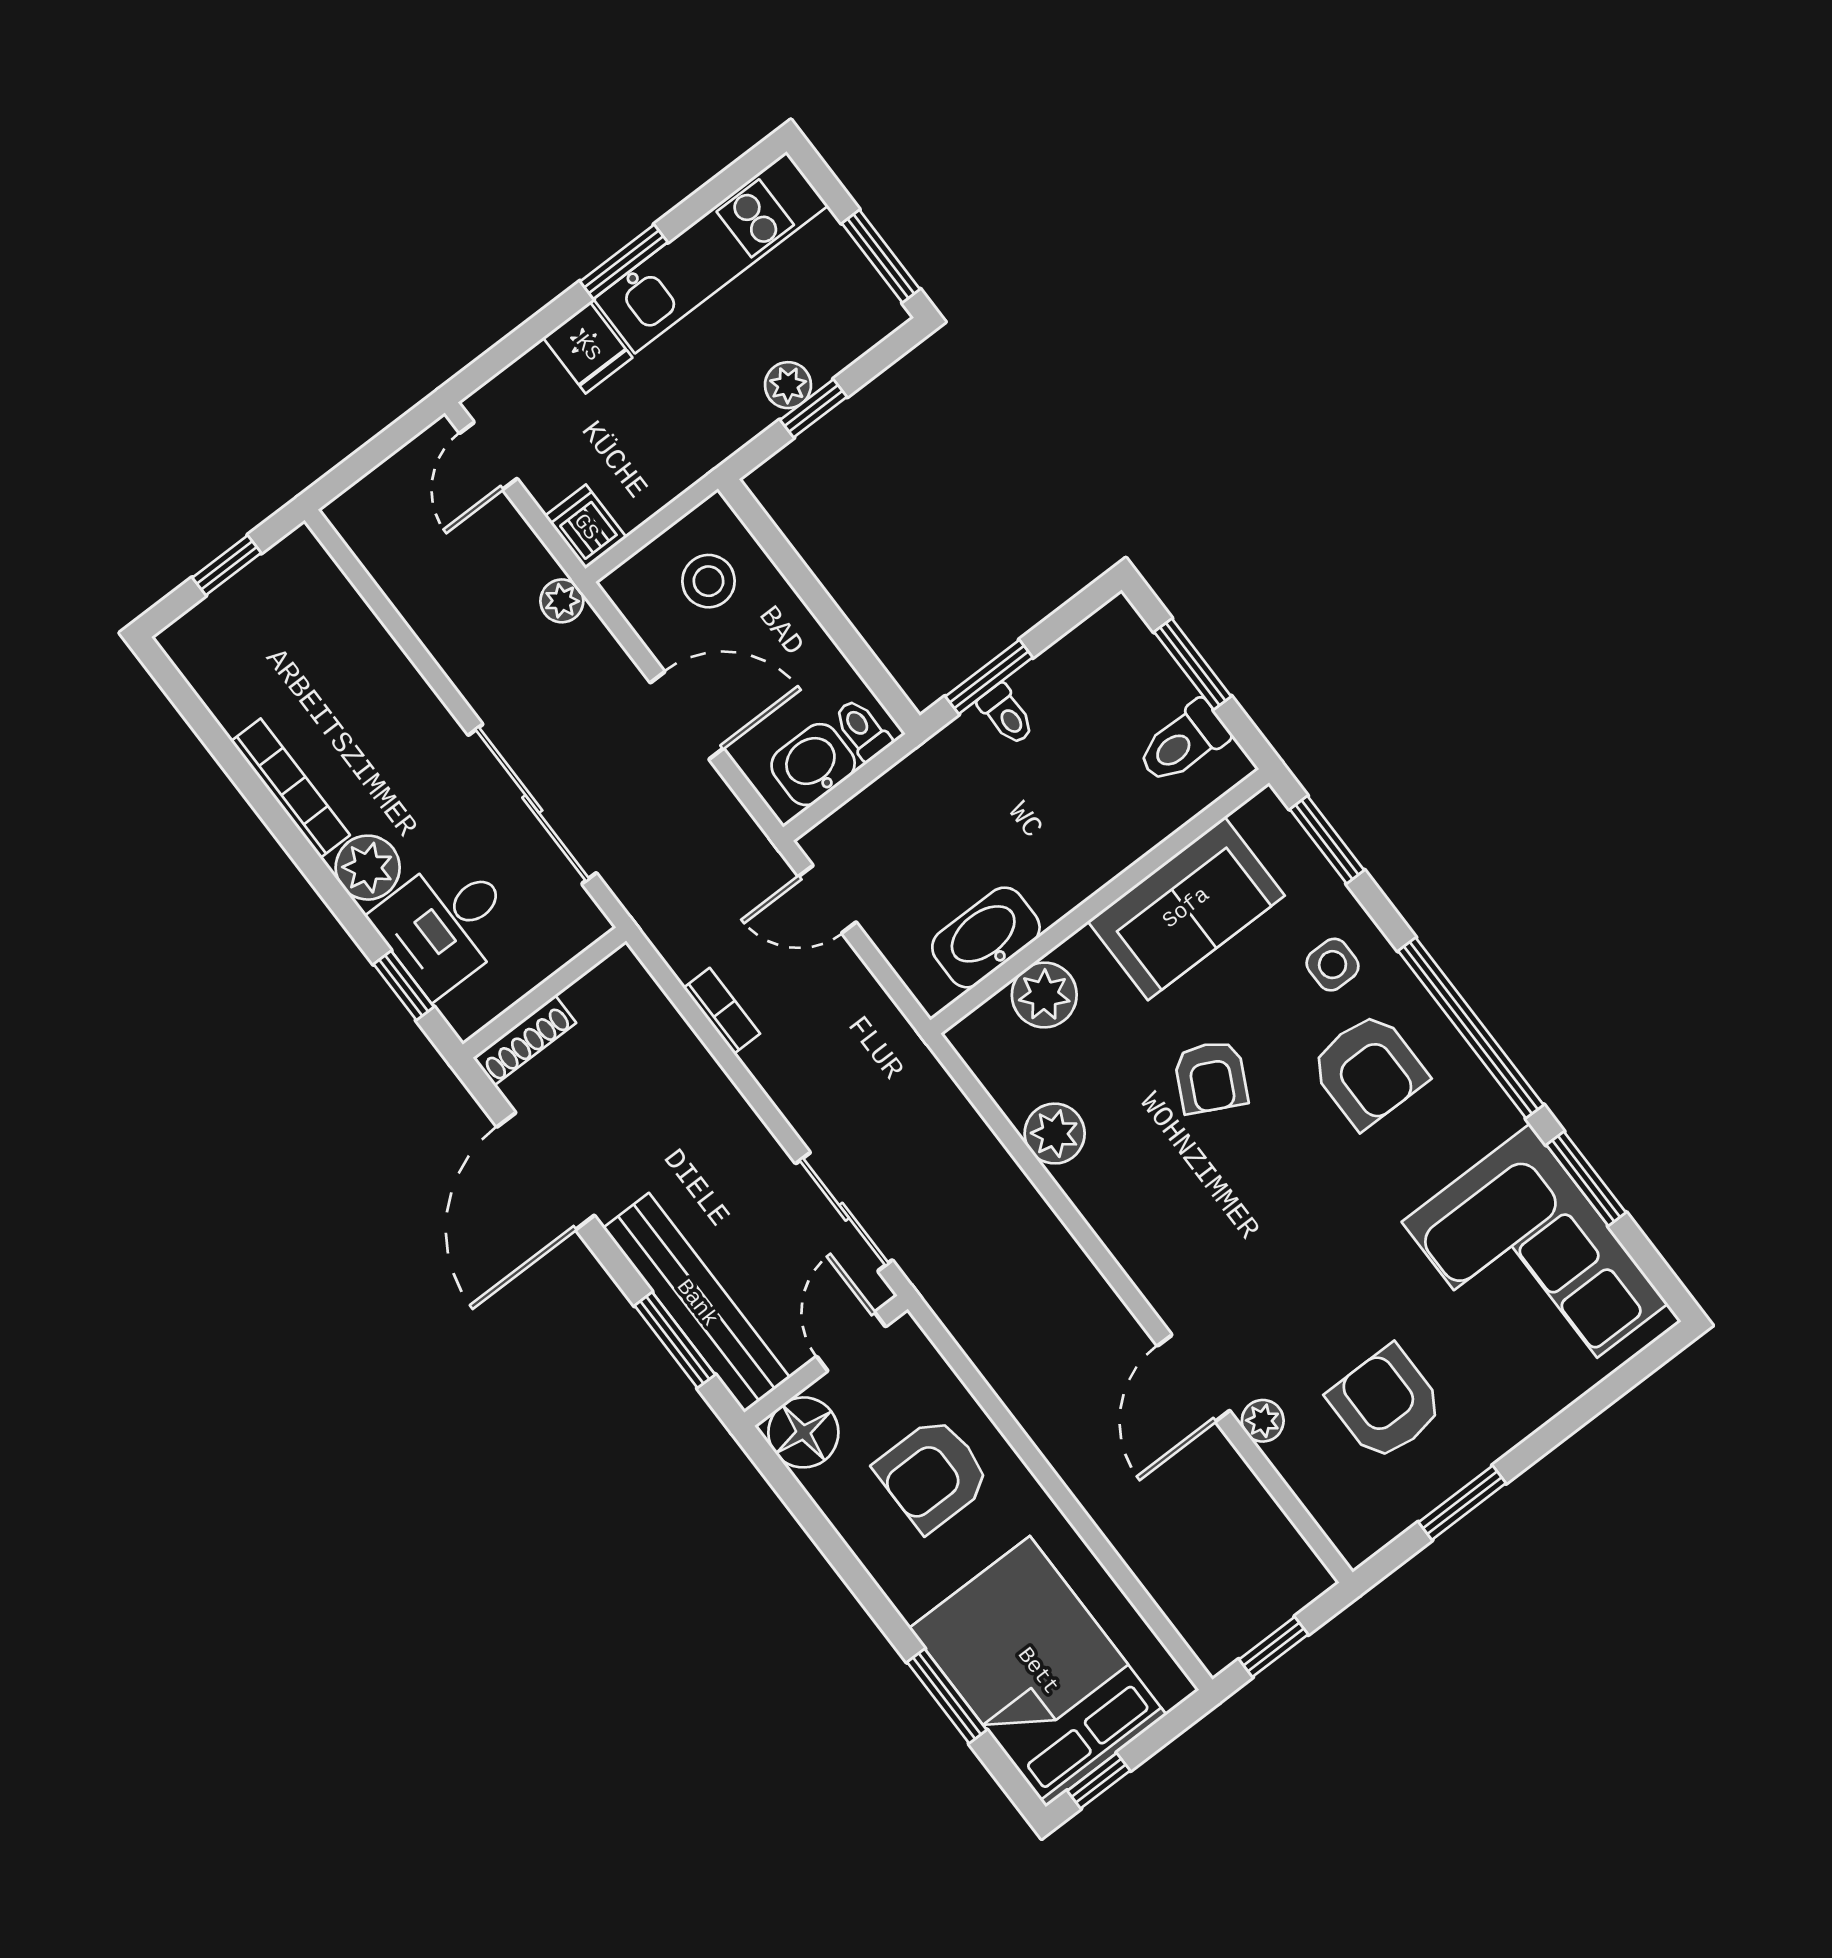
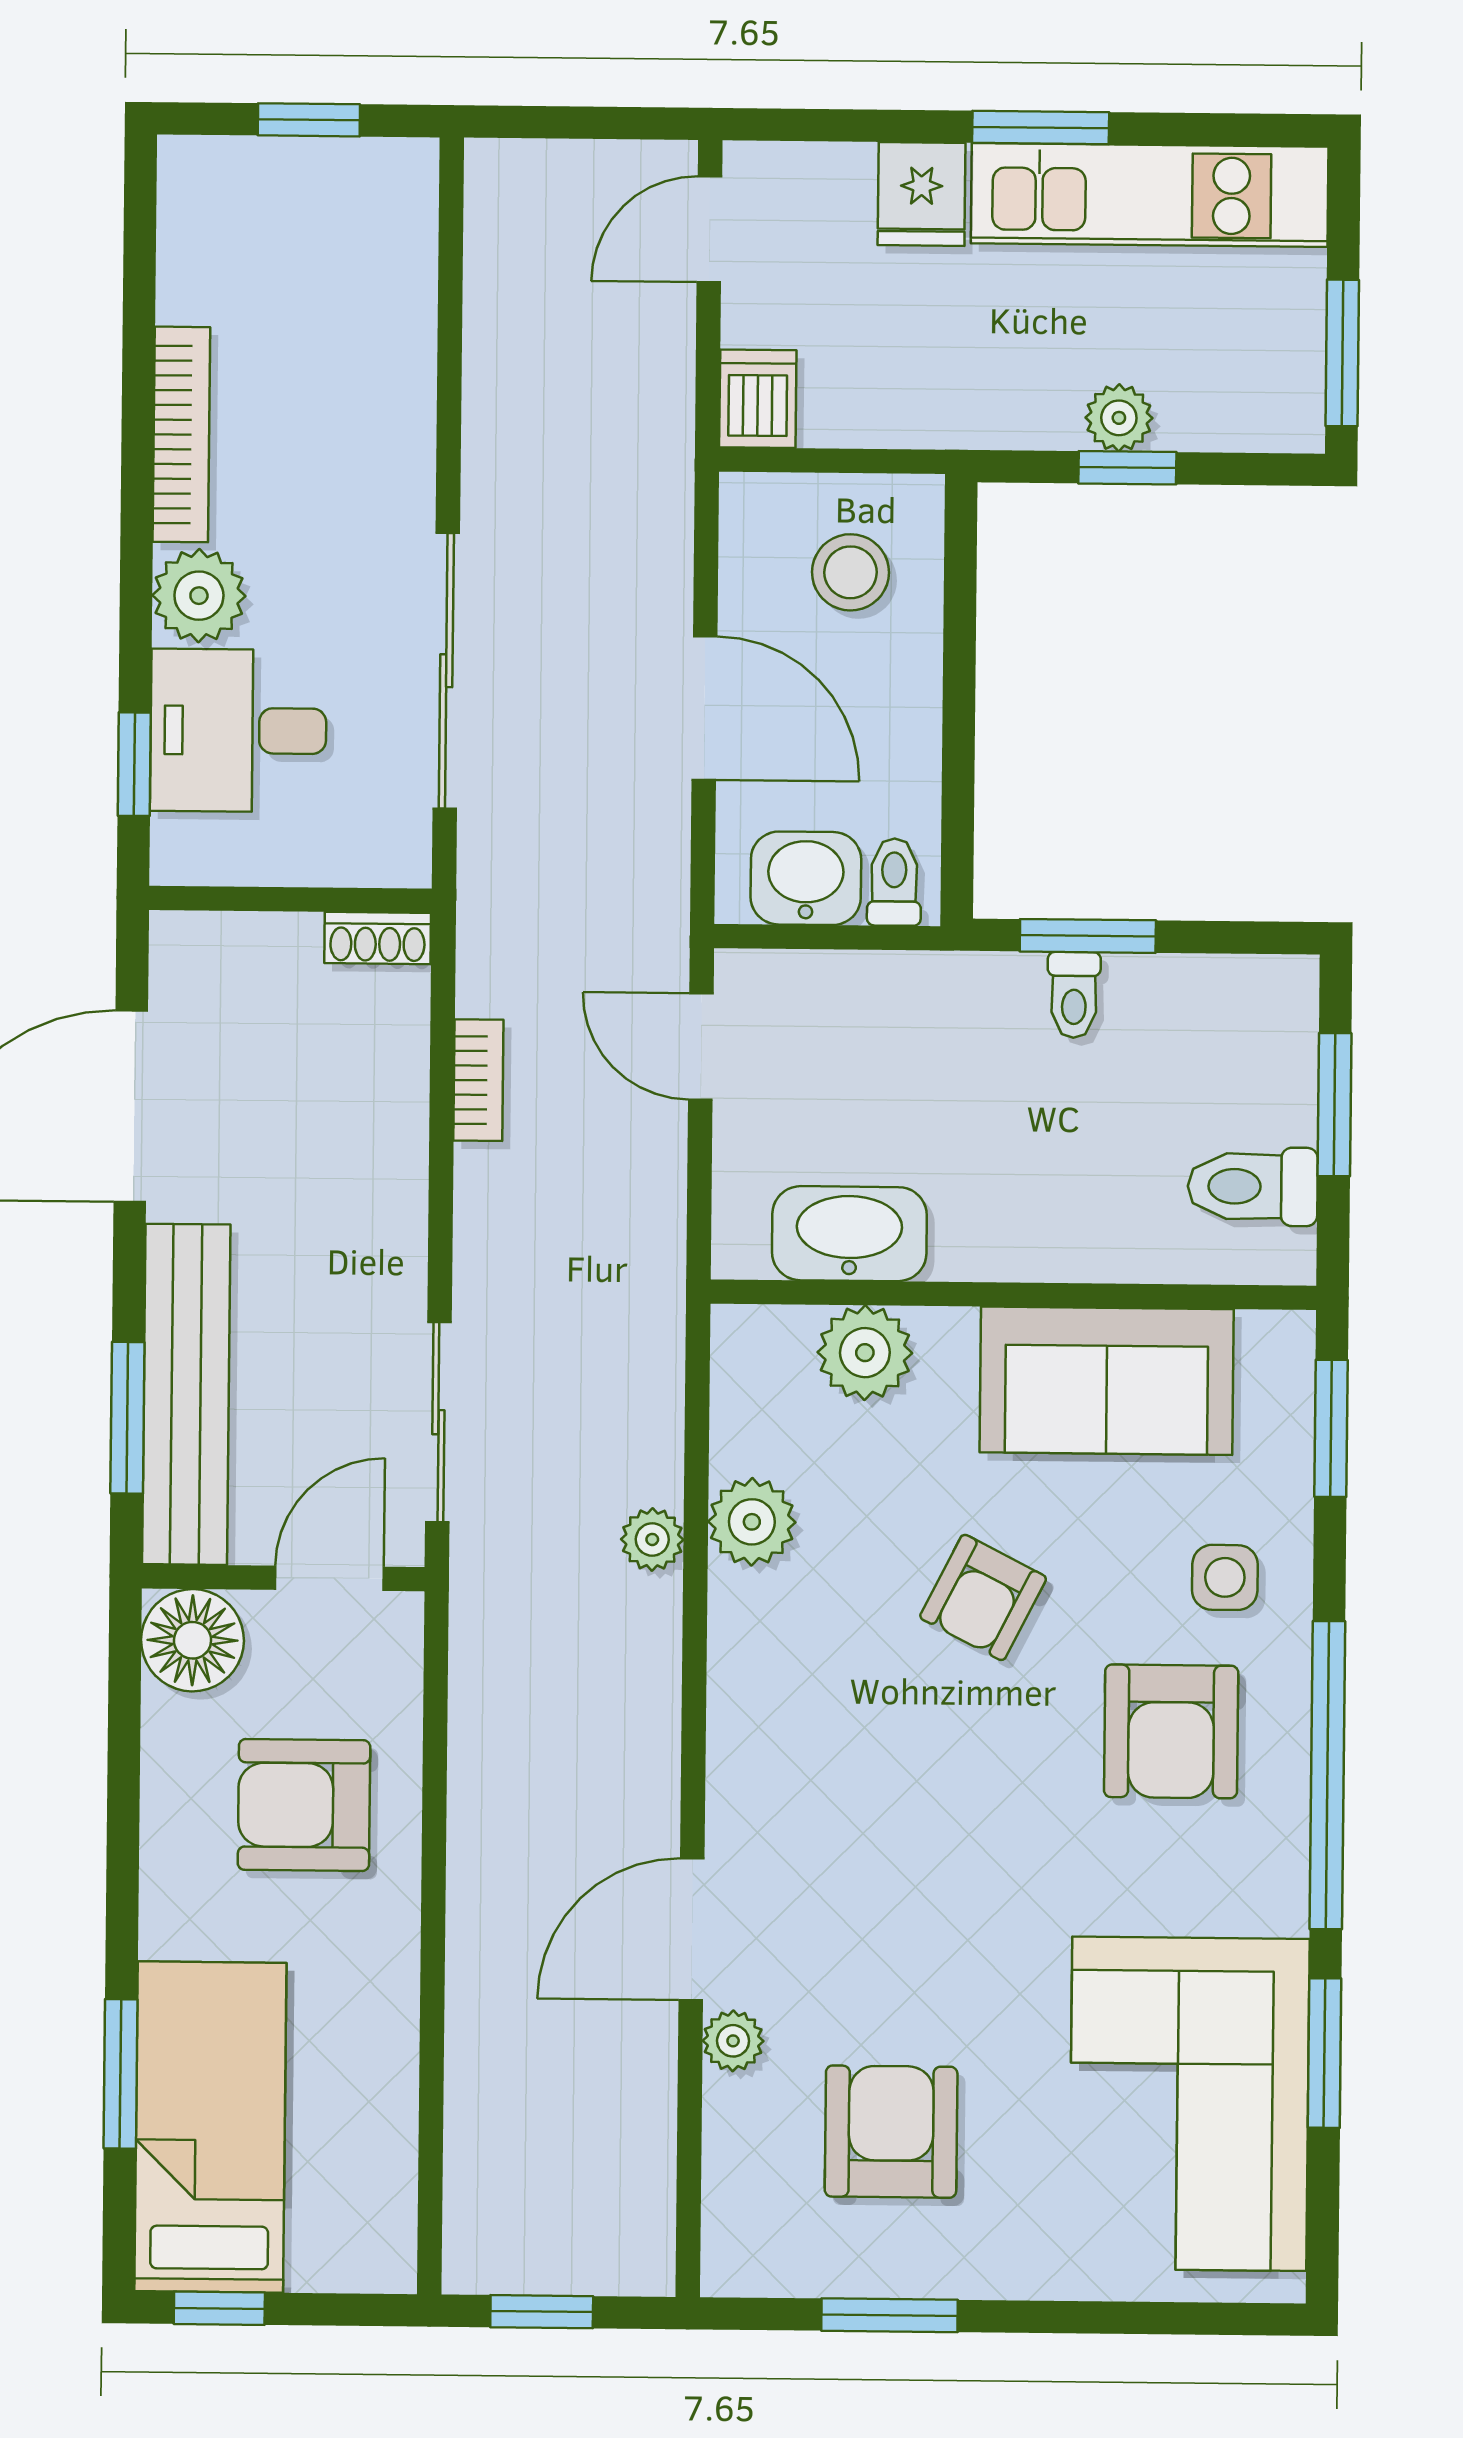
plant: (562, 601) -> (652, 1539), moved
shoe rack: (525, 1040) -> (378, 938), moved, width x0.70
bed: (1038, 1671) -> (210, 2127), width x0.67

